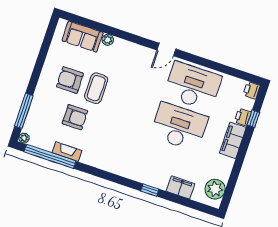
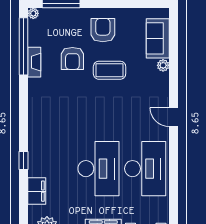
door: (166, 50) -> (173, 117), moved
armchair: (70, 80) -> (103, 30), moved

